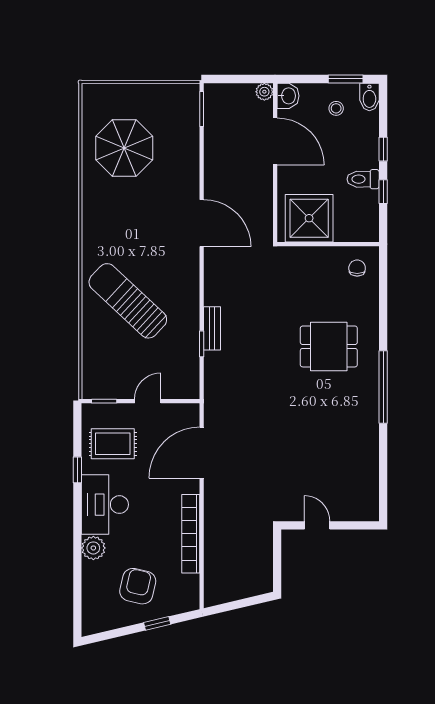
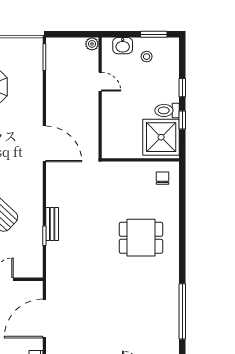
washbasin: (288, 96) -> (123, 46), moved, turned 90
bidet: (369, 97) -> (172, 48), removed
door: (275, 141) -> (100, 82), width x0.53
shower: (309, 218) -> (161, 137), moved
window: (383, 387) -> (182, 311), moved

